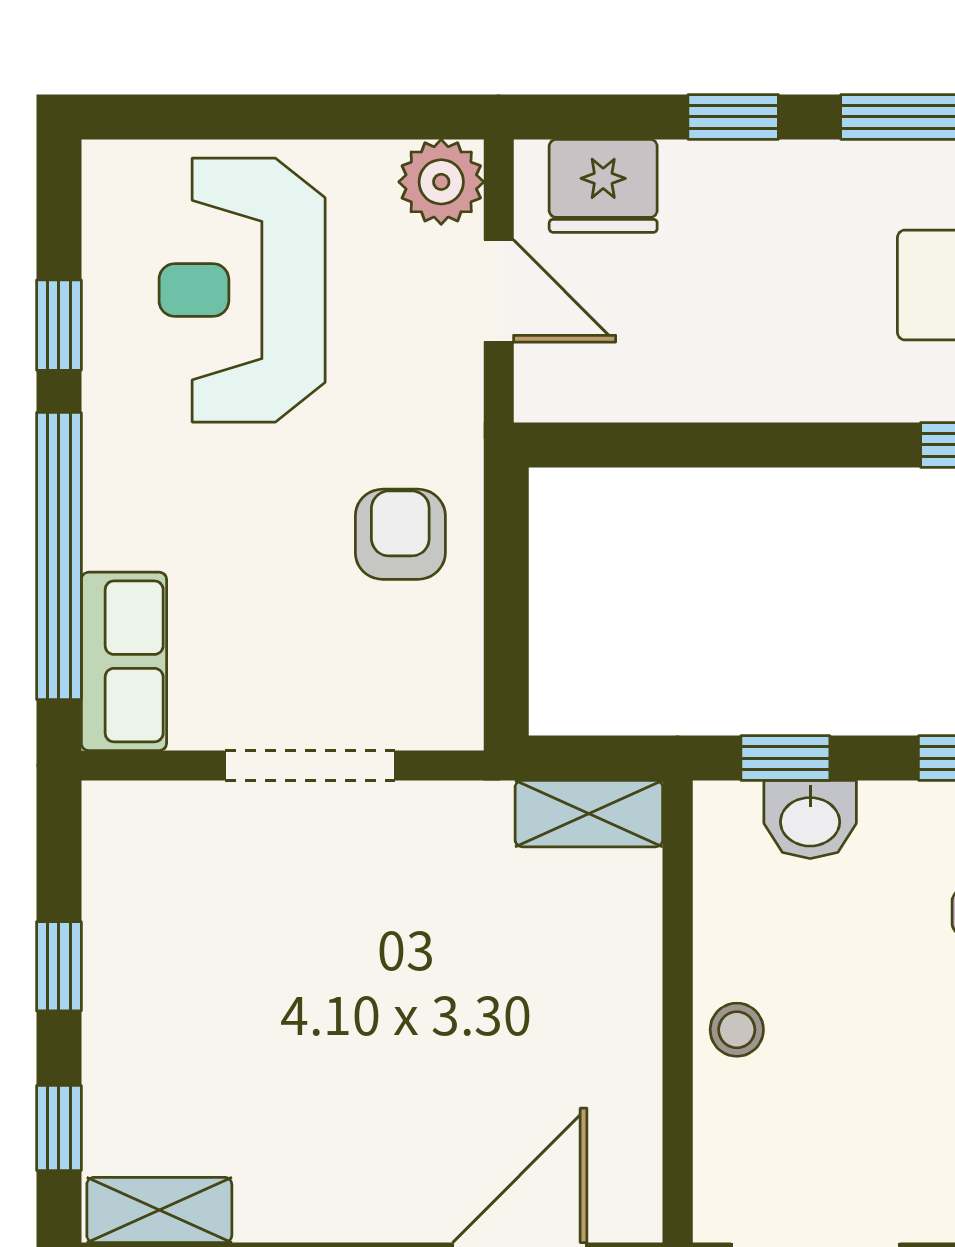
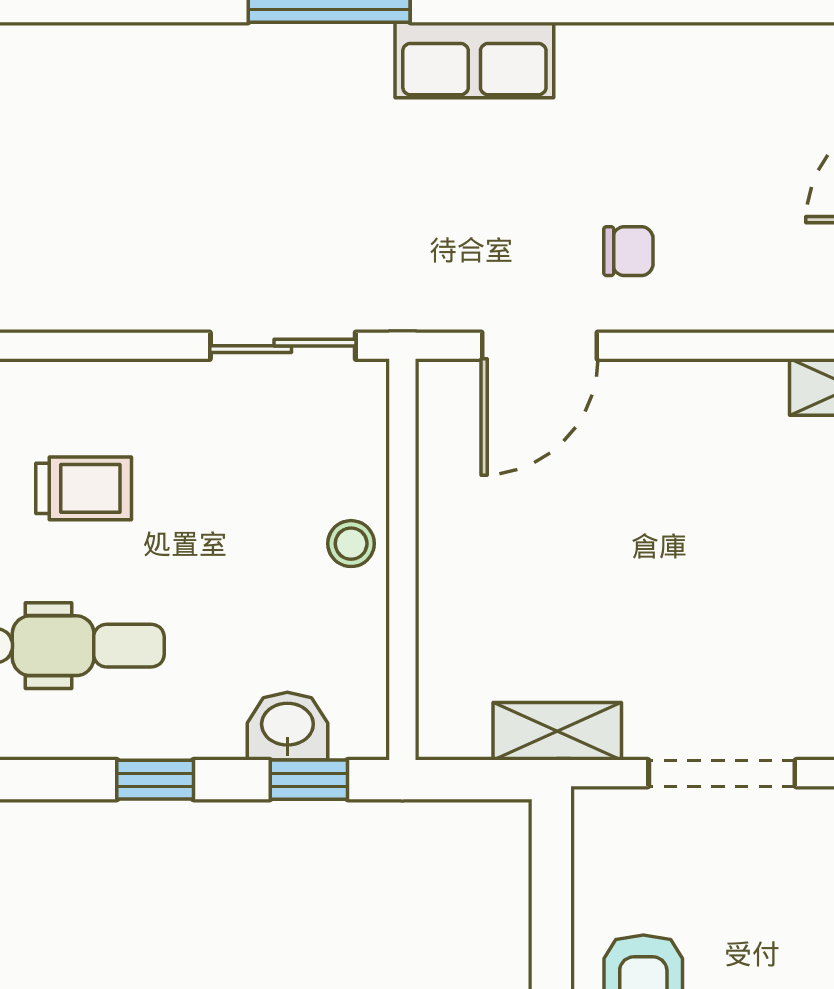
shelving: (589, 814) -> (557, 731), moved

